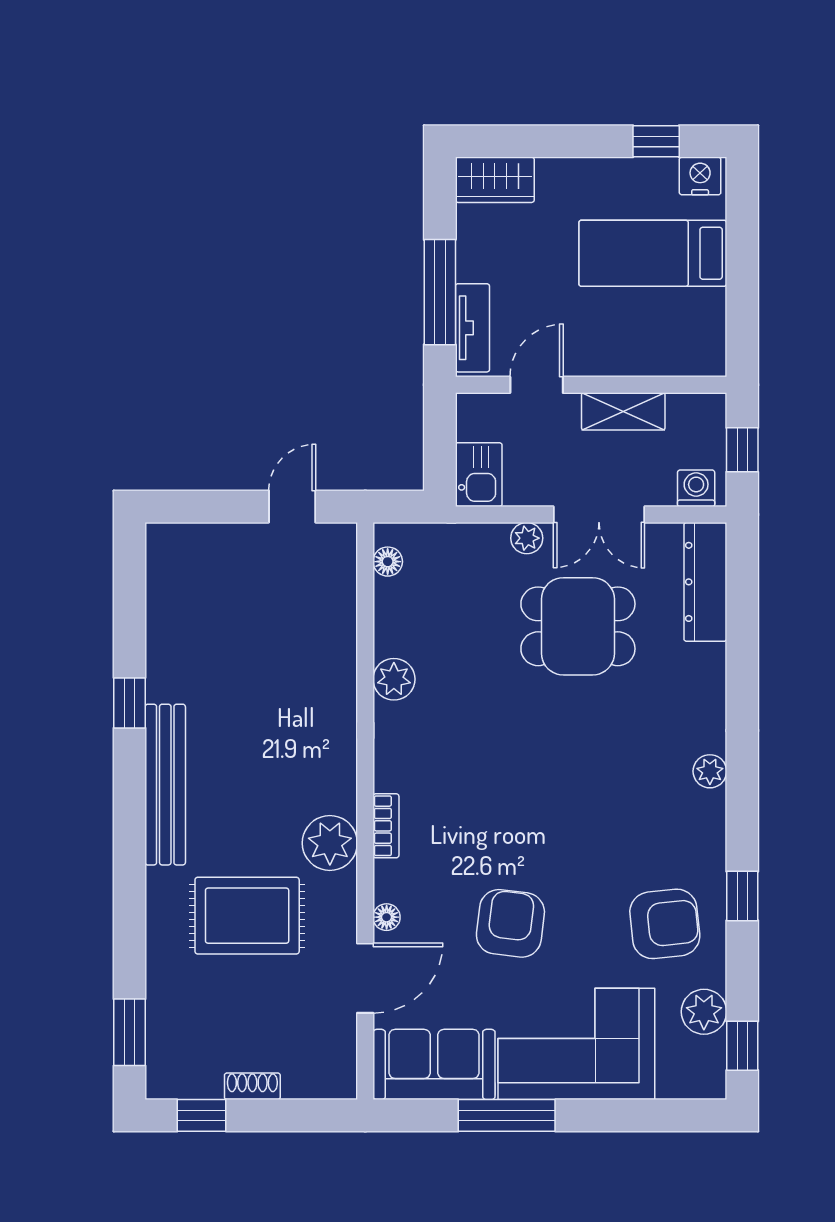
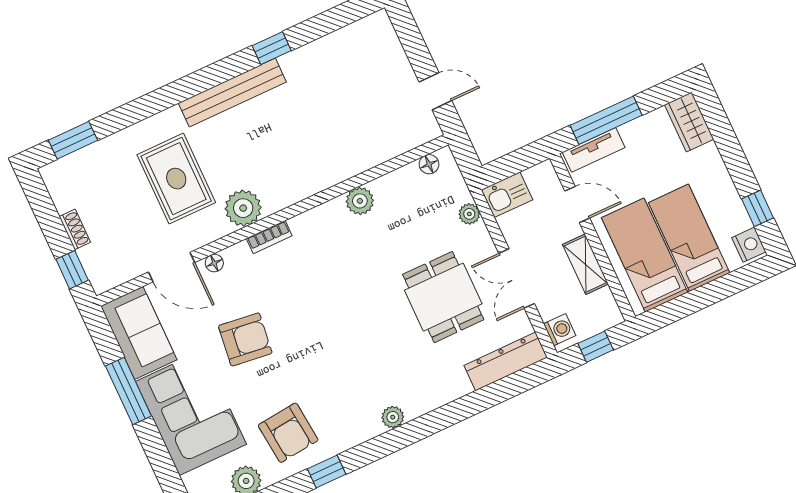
bed: (648, 325) -> (645, 255), added
plant: (527, 538) -> (469, 214), moved
window: (202, 1115) -> (72, 270), moved

